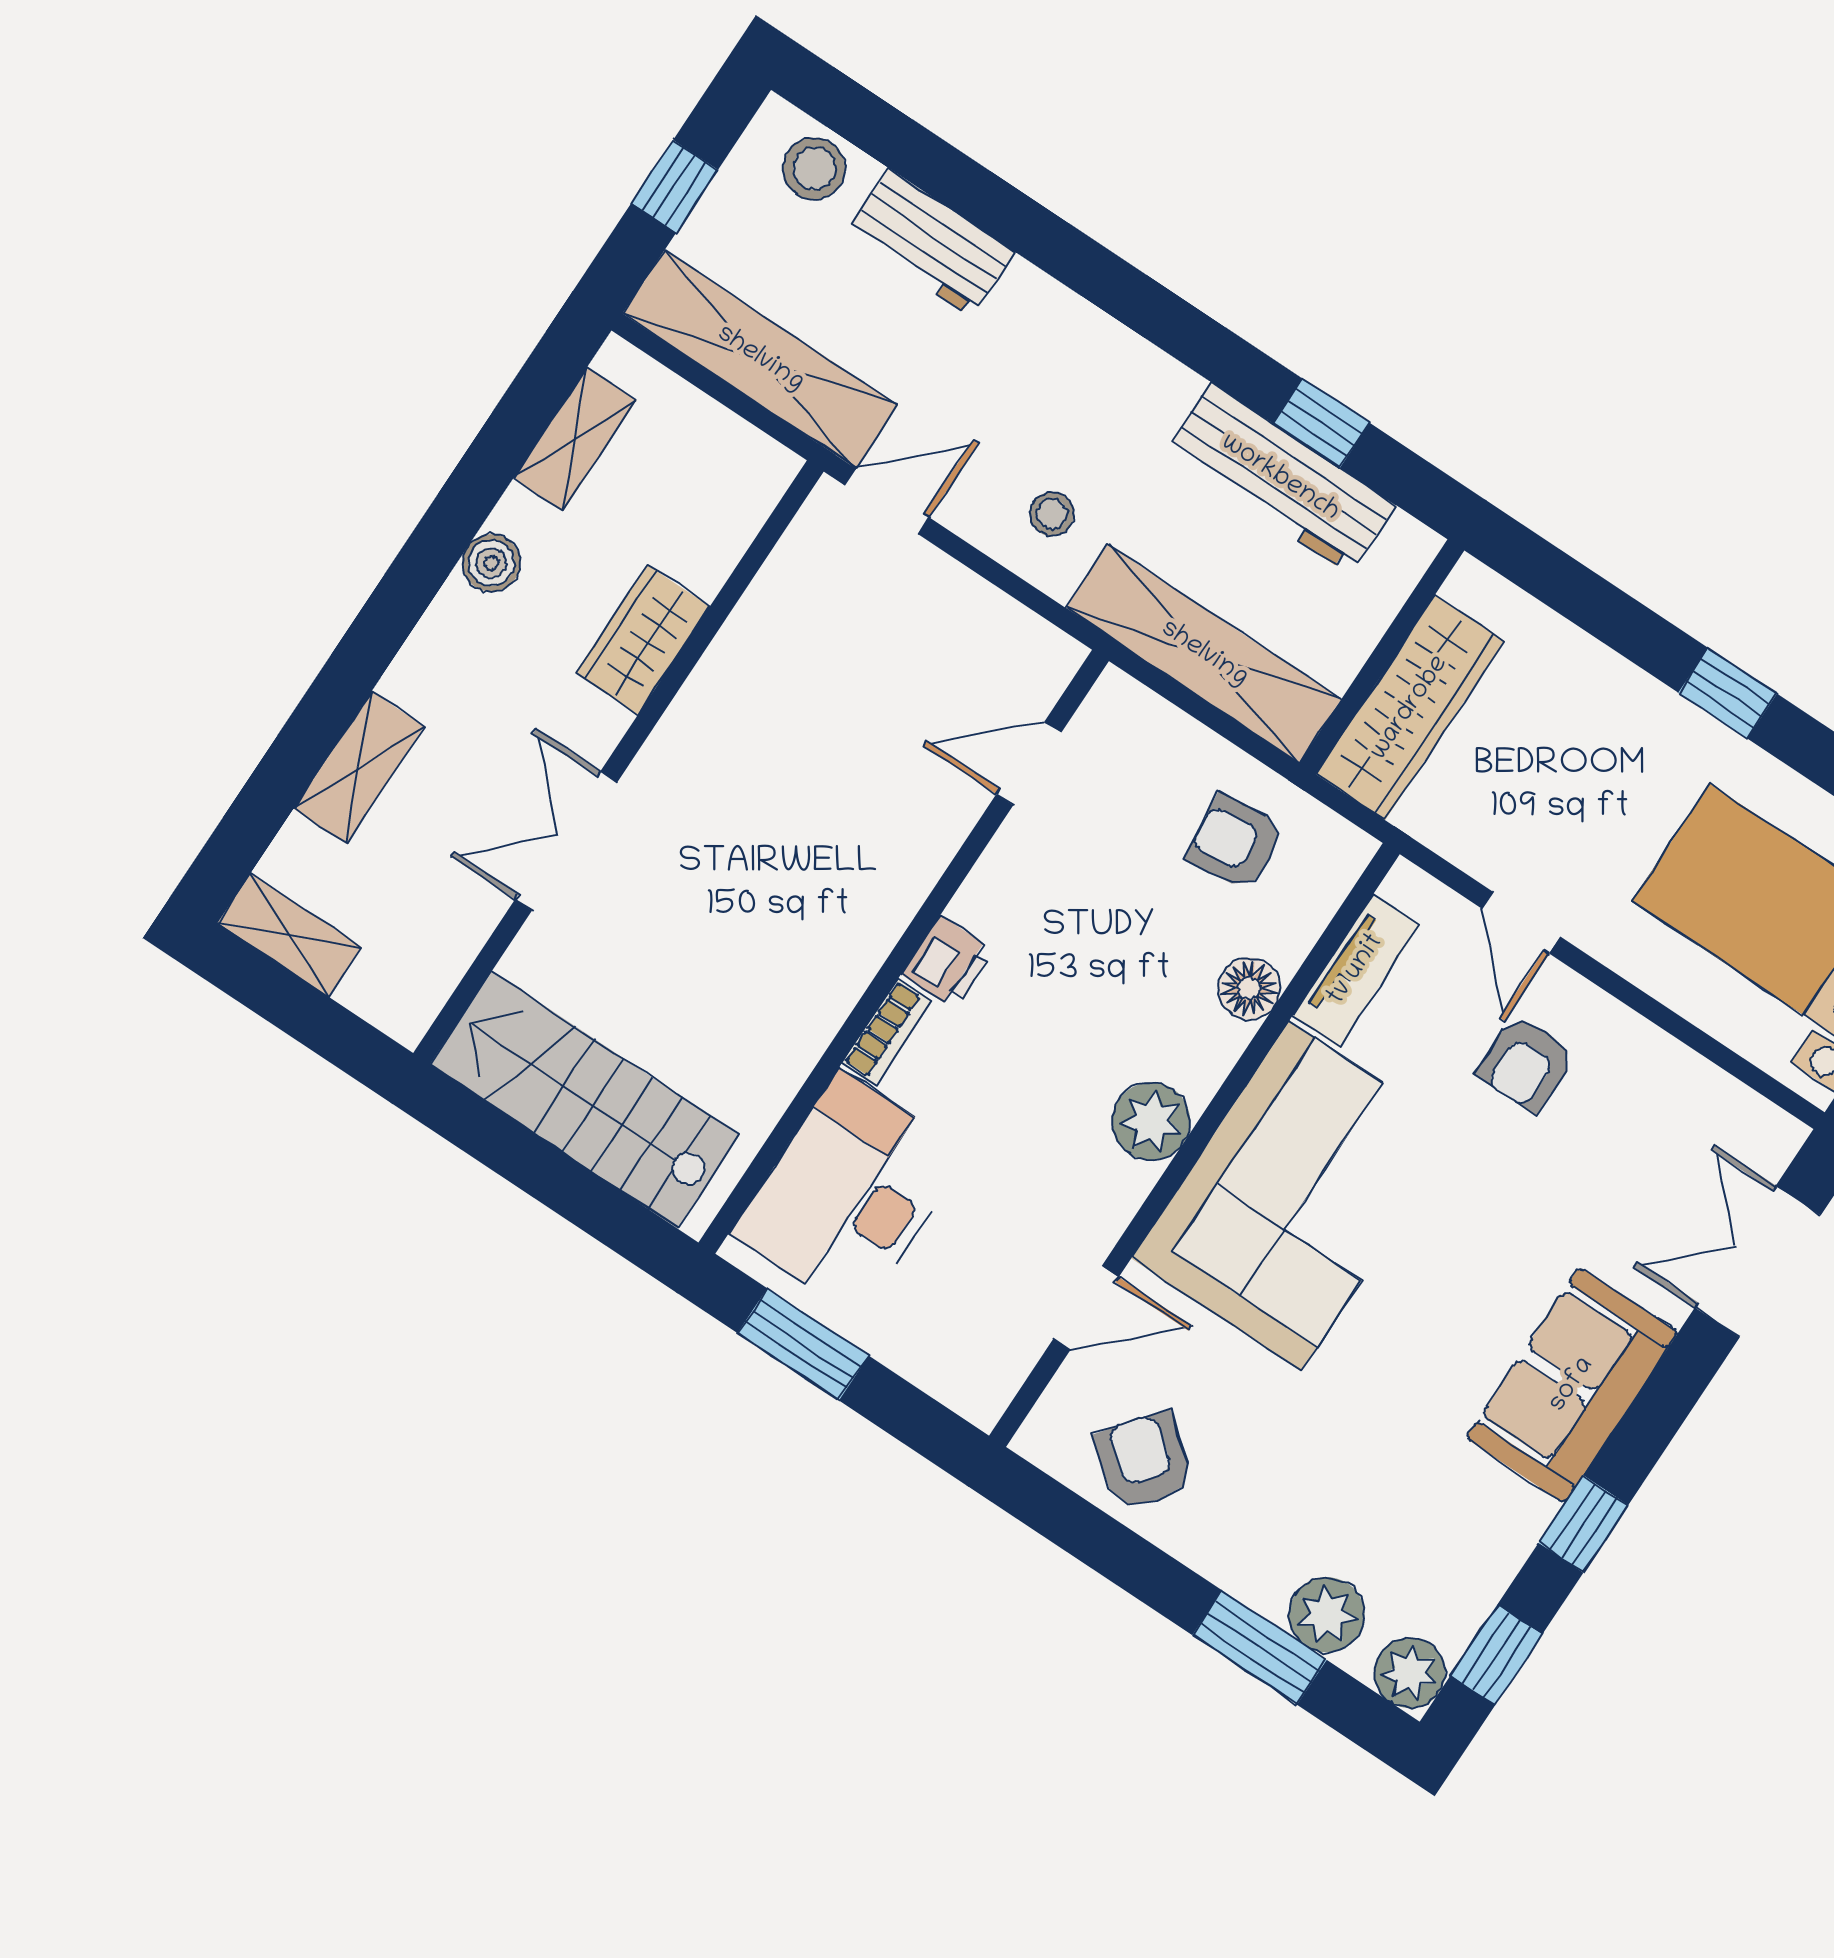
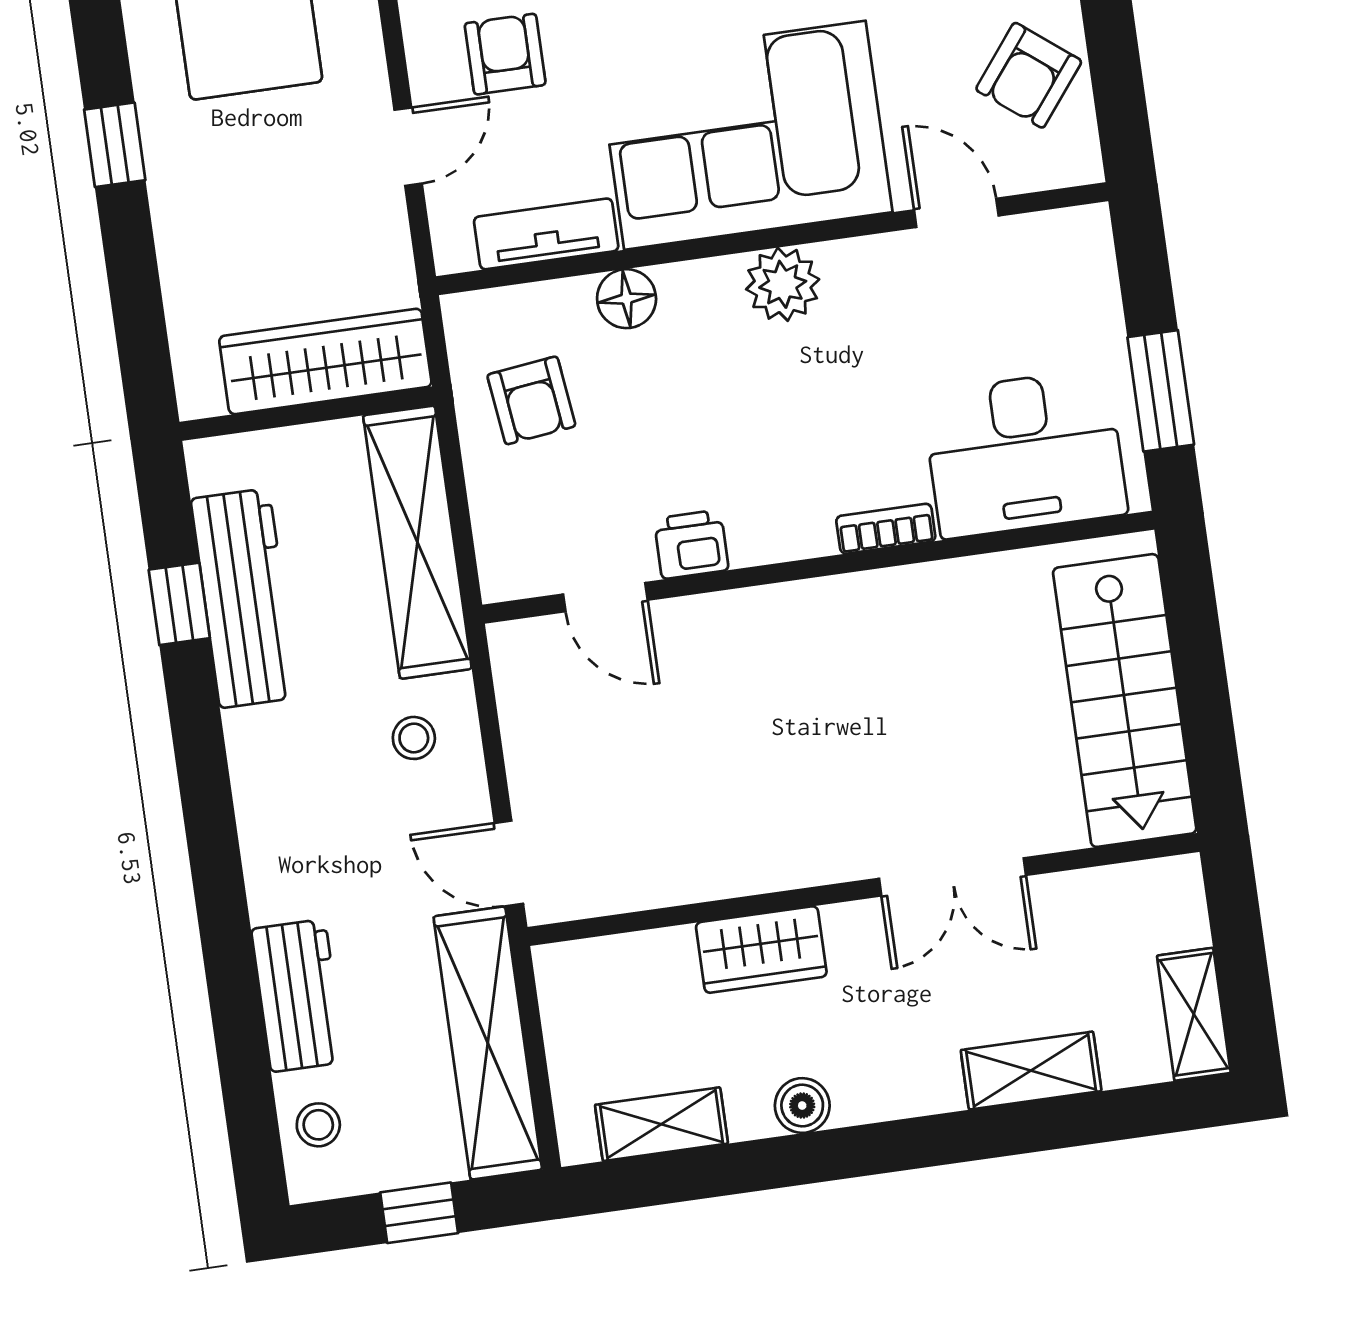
stool: (814, 169) -> (318, 1125), width x0.73, depth x0.73
printer: (948, 962) -> (691, 544), moved
armchair: (1526, 1064) -> (505, 54), turned -90

